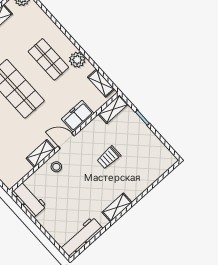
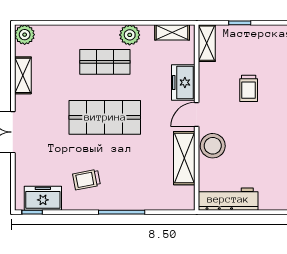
shelving: (41, 154) -> (184, 158), width x1.50, depth x1.33
stool: (56, 167) -> (213, 146), width x1.89, depth x1.89
workbench: (29, 199) -> (228, 199), width x1.38

